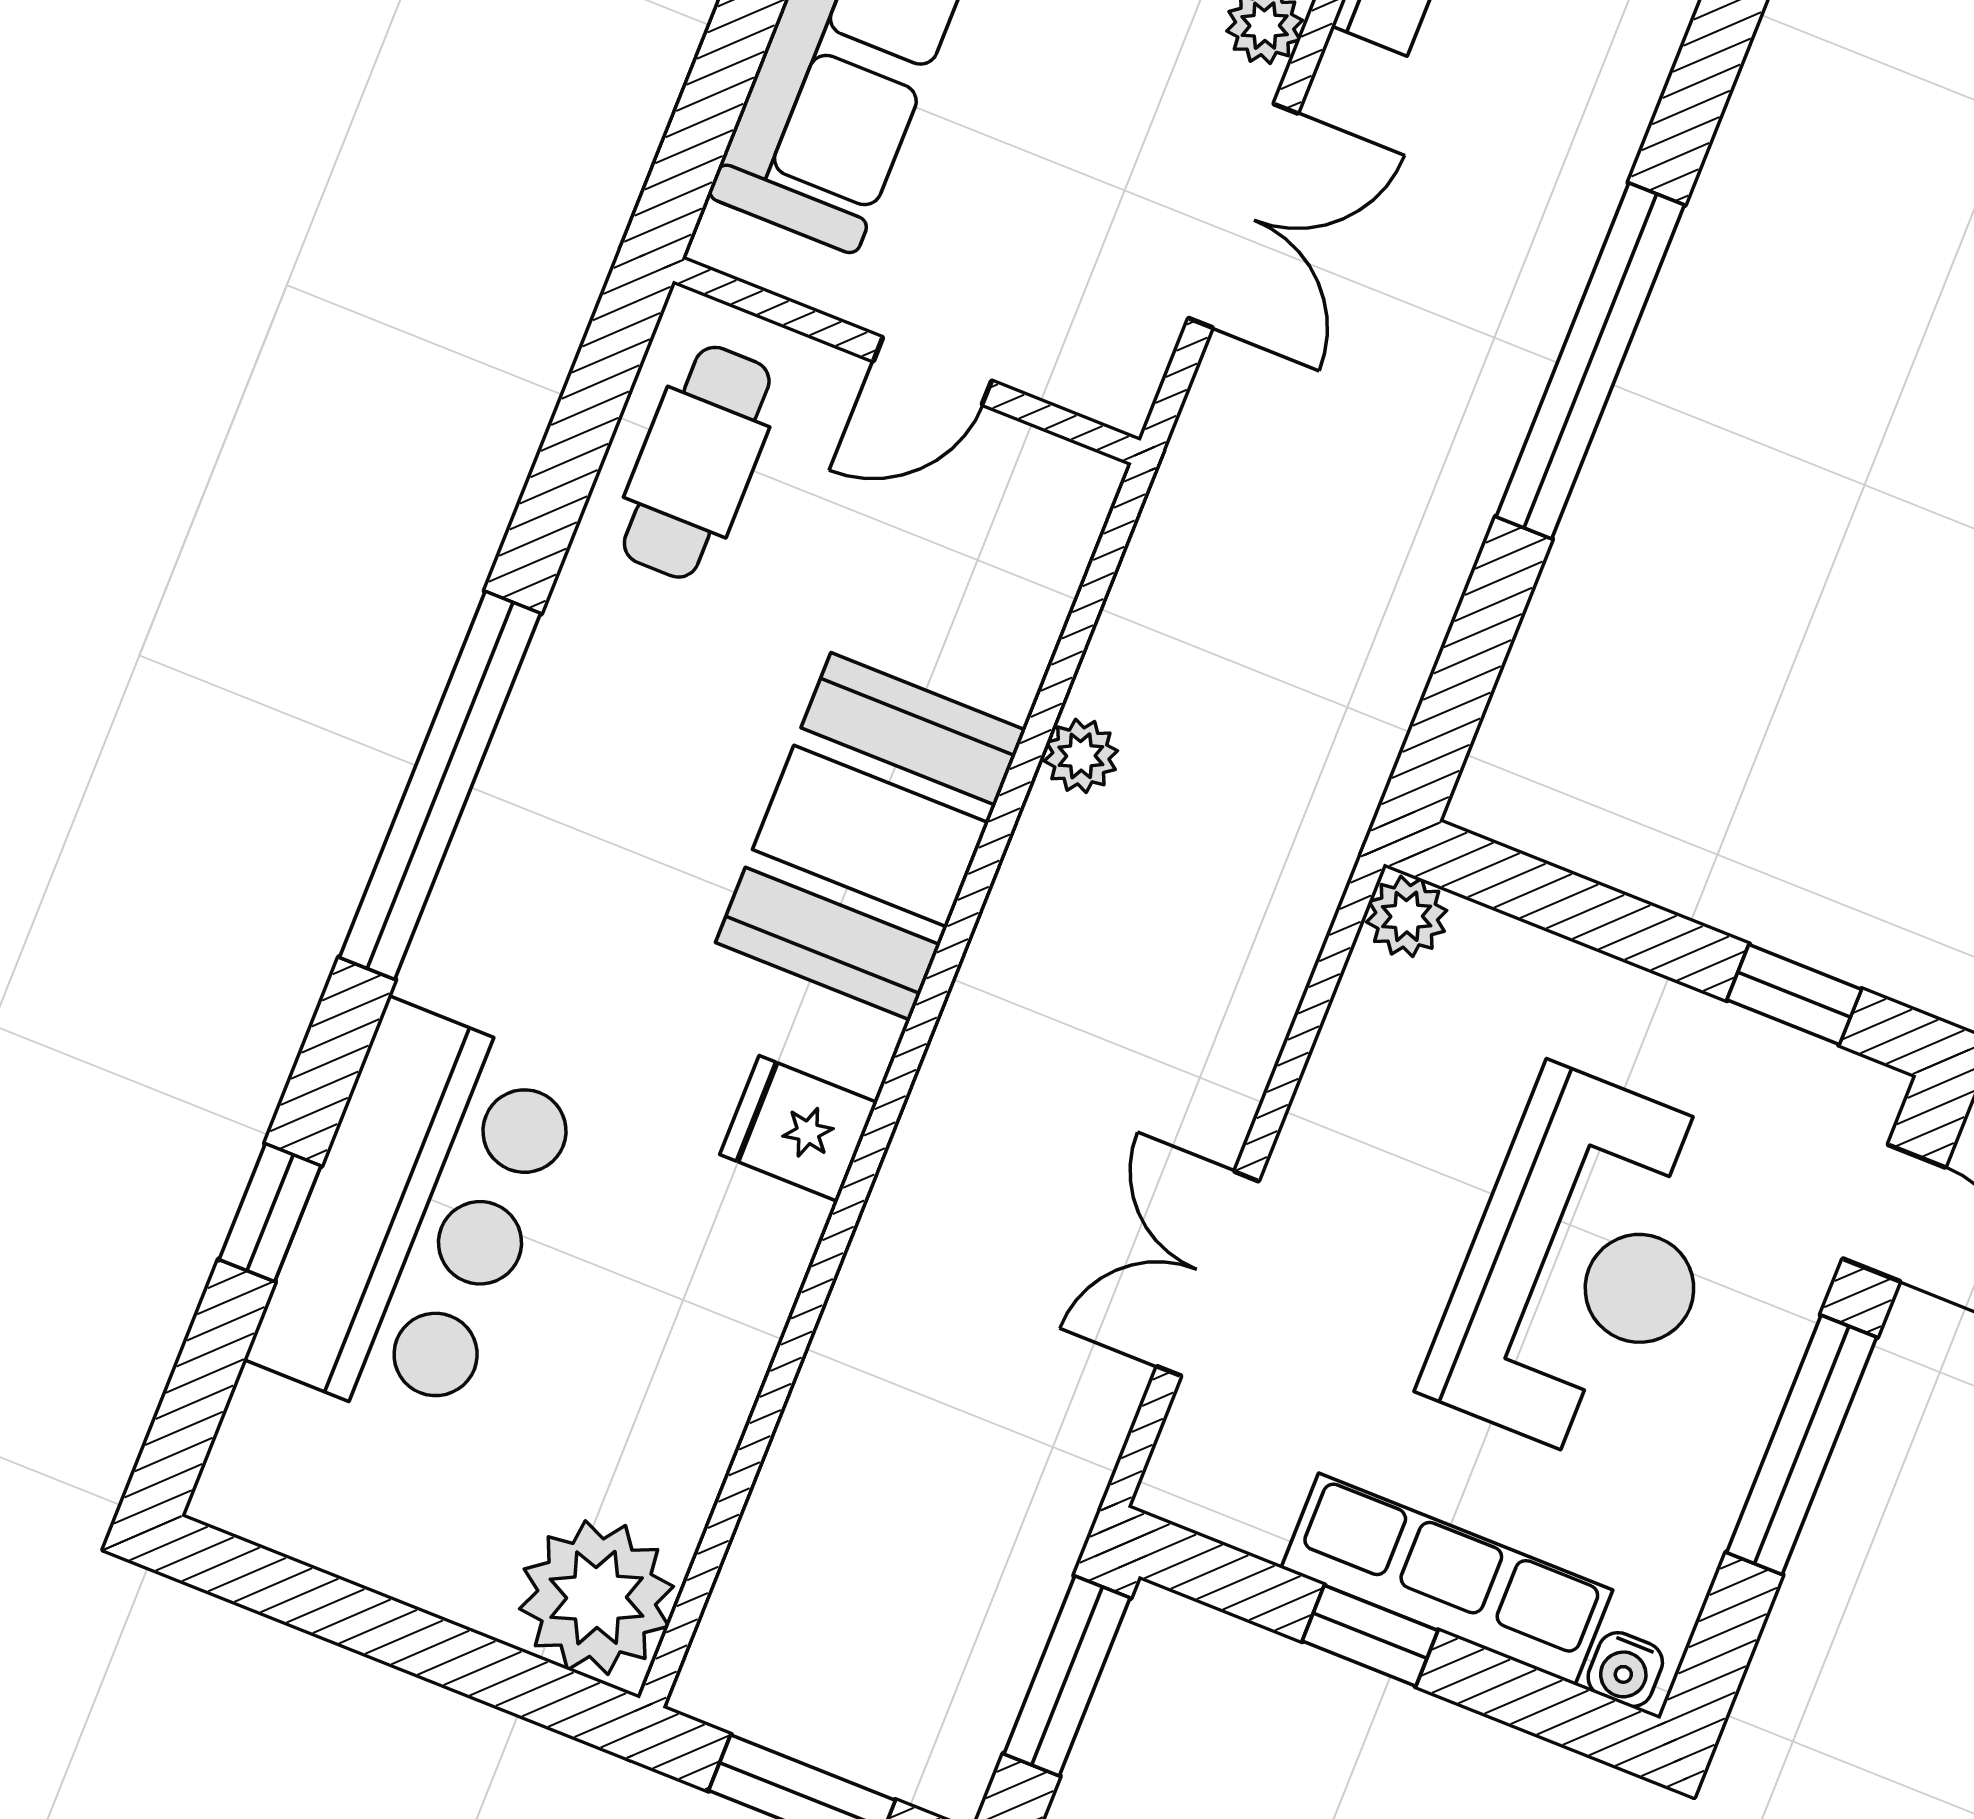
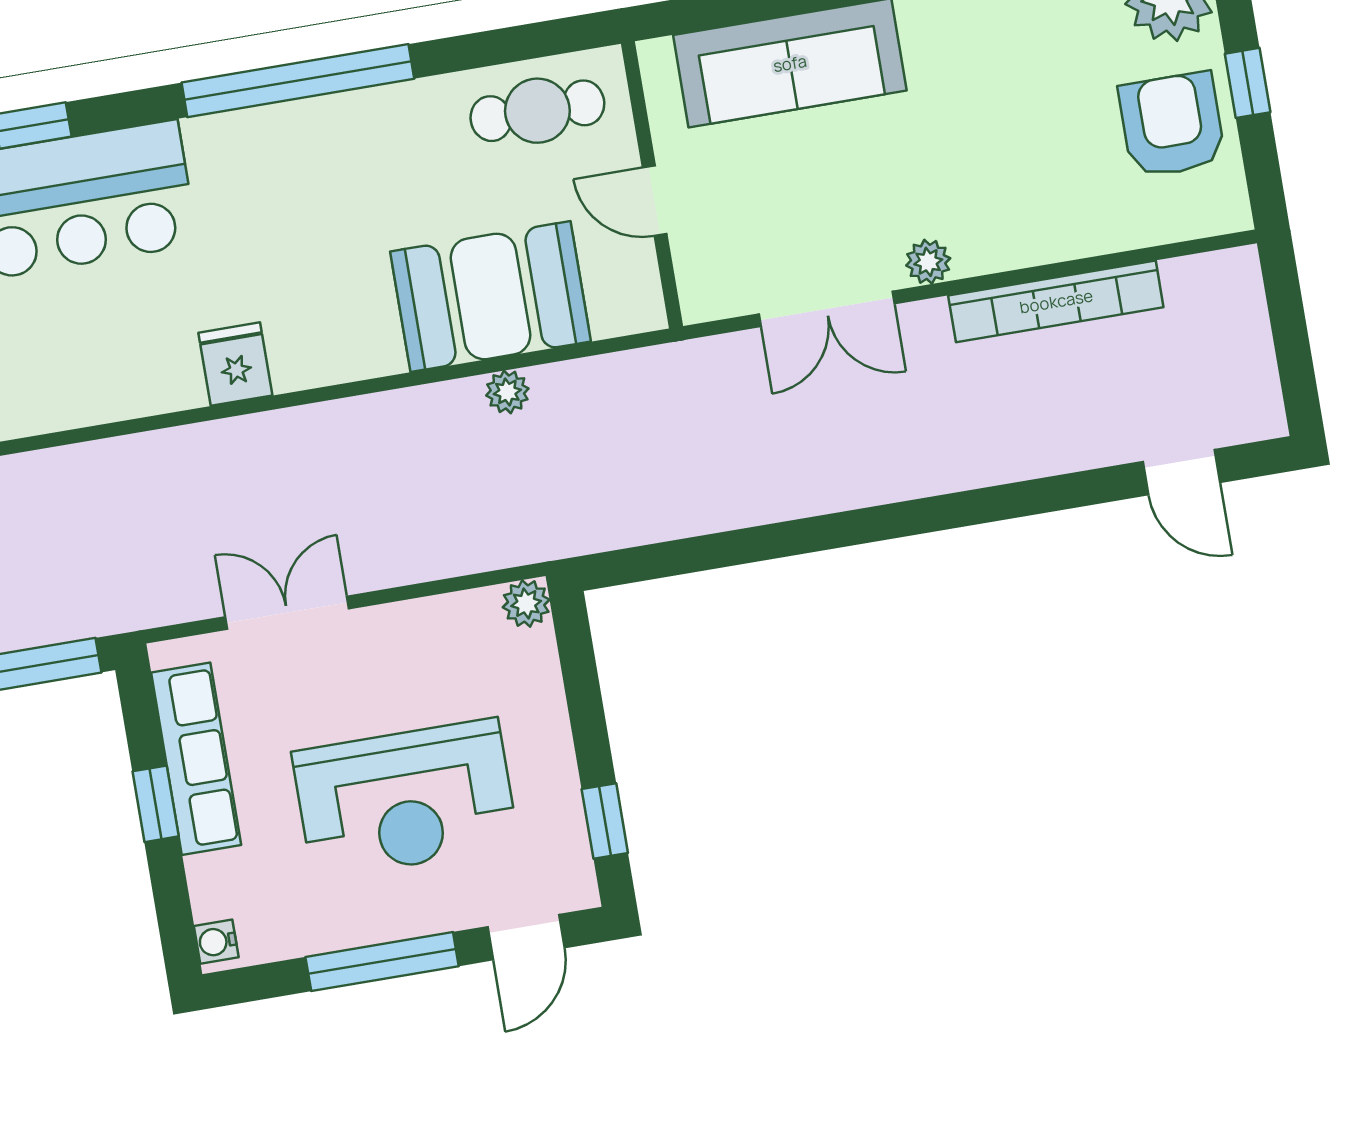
window: (1590, 361) -> (860, 526), removed
booth: (871, 836) -> (490, 296), moved
row of seats: (1447, 1579) -> (196, 759), moved

